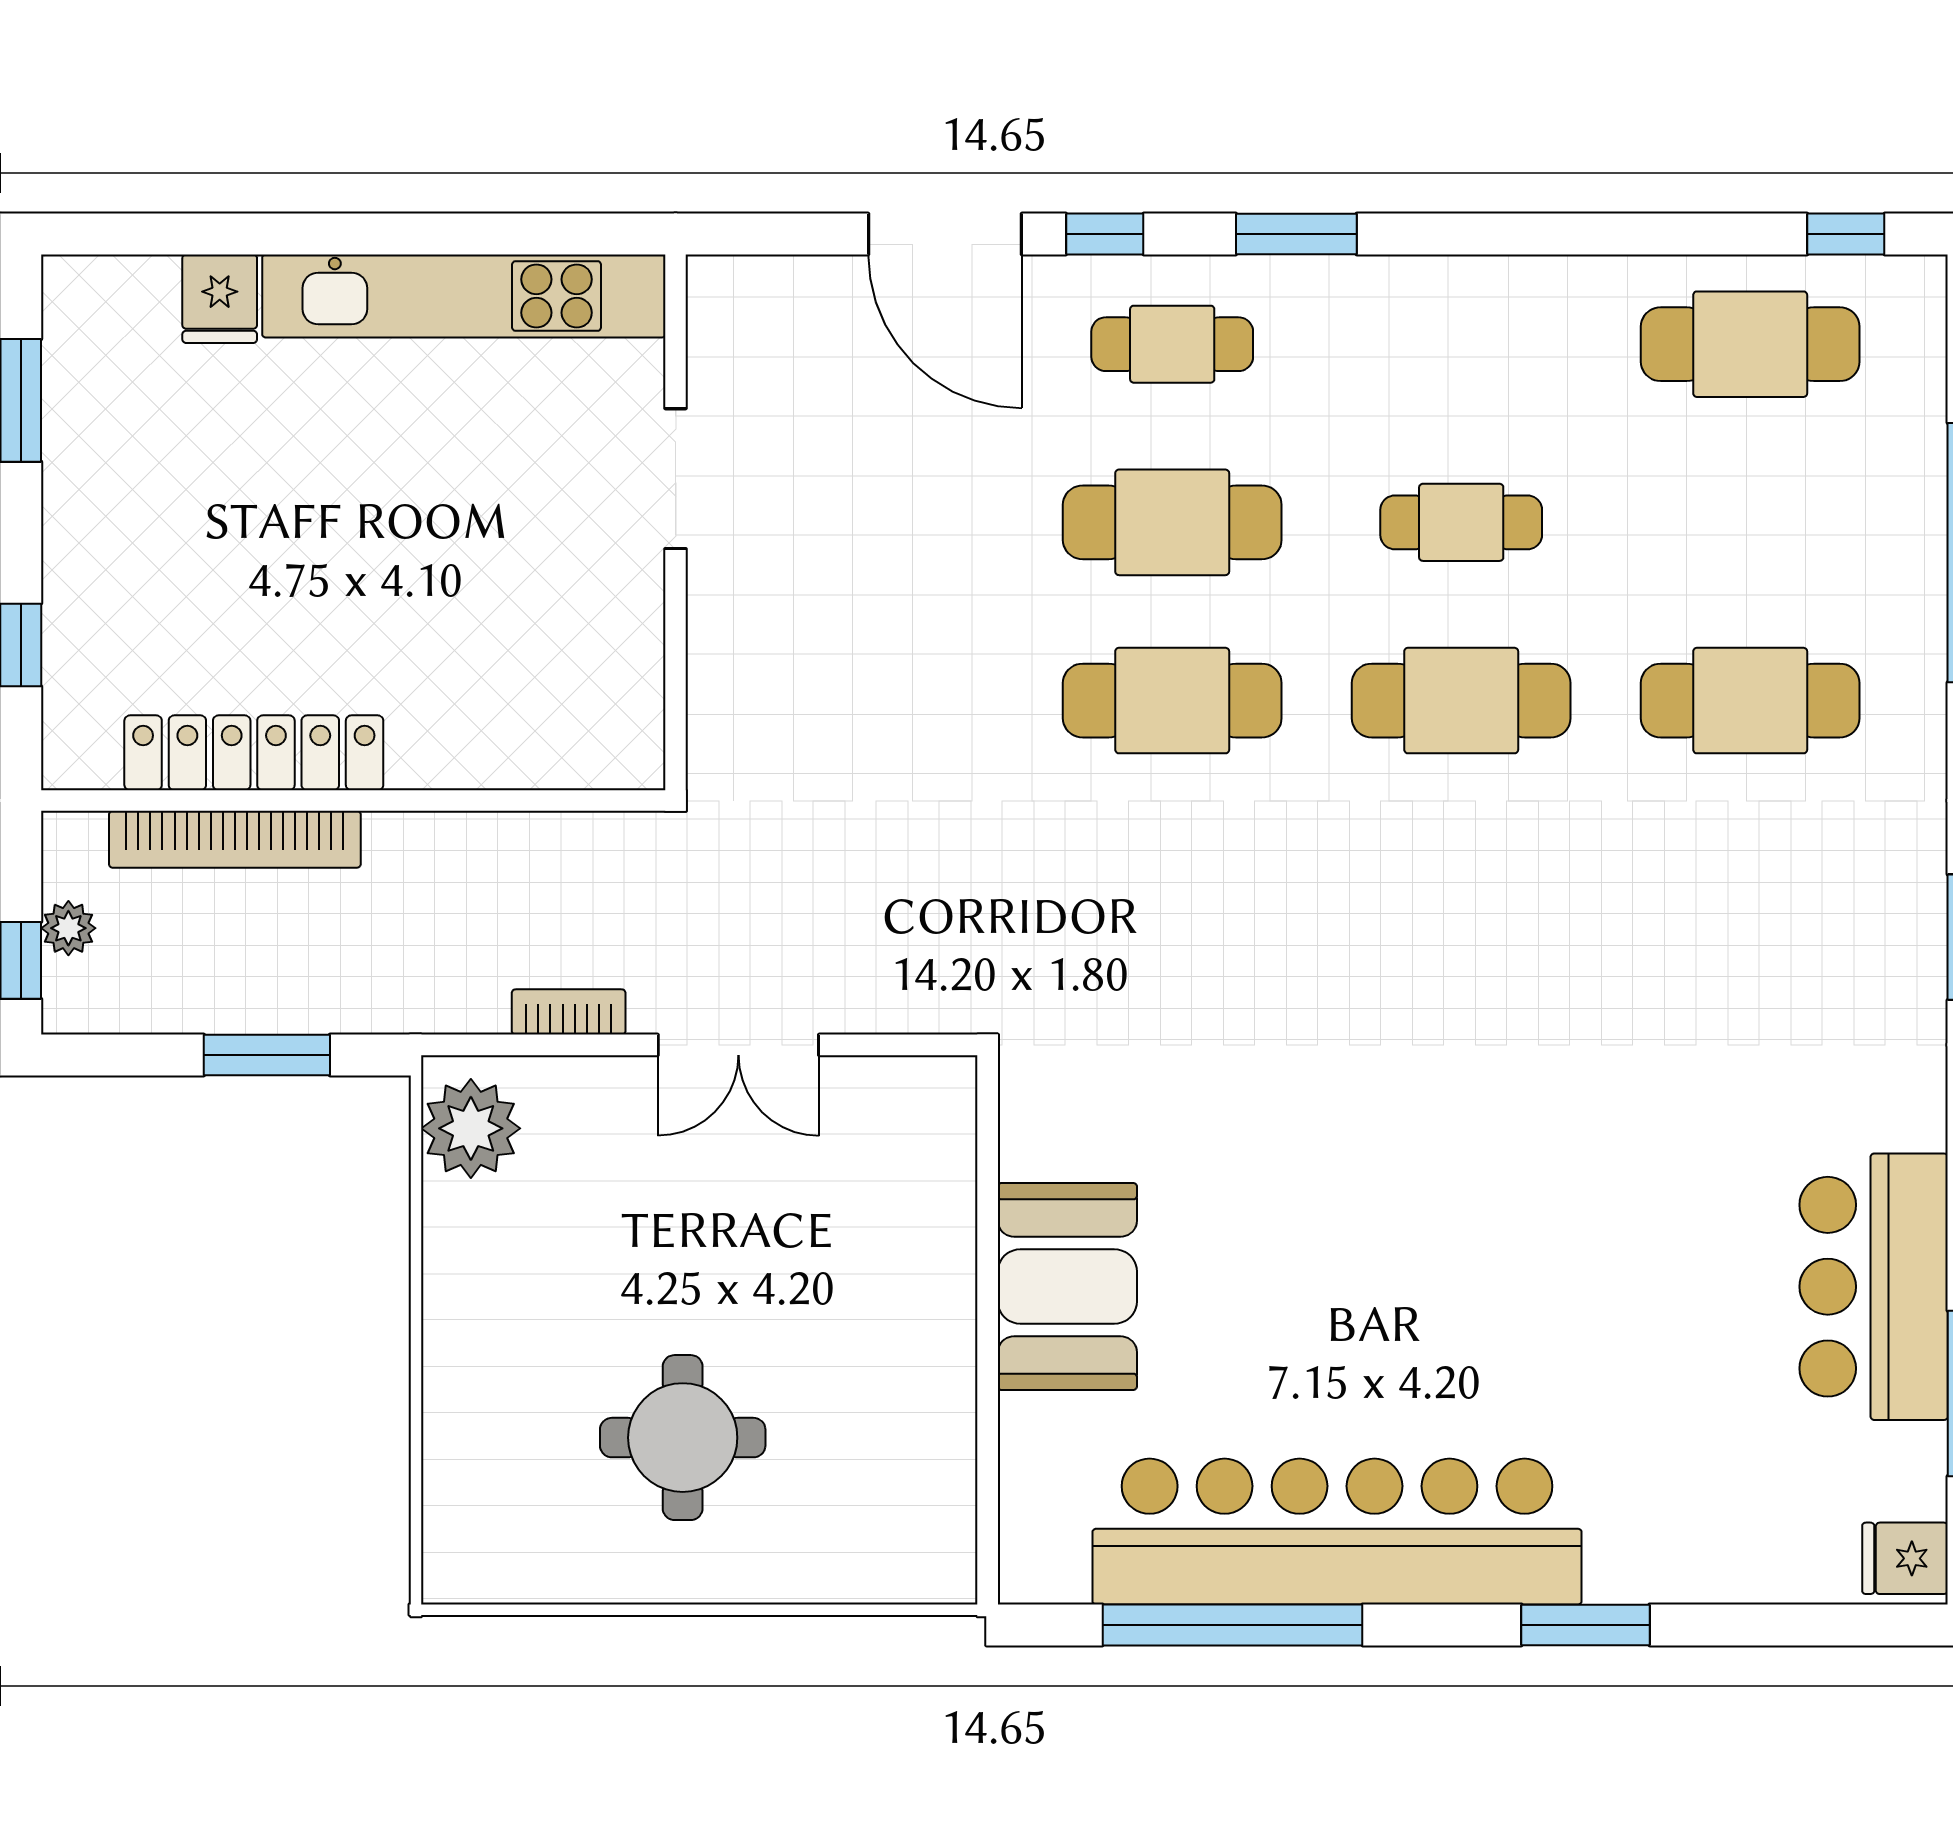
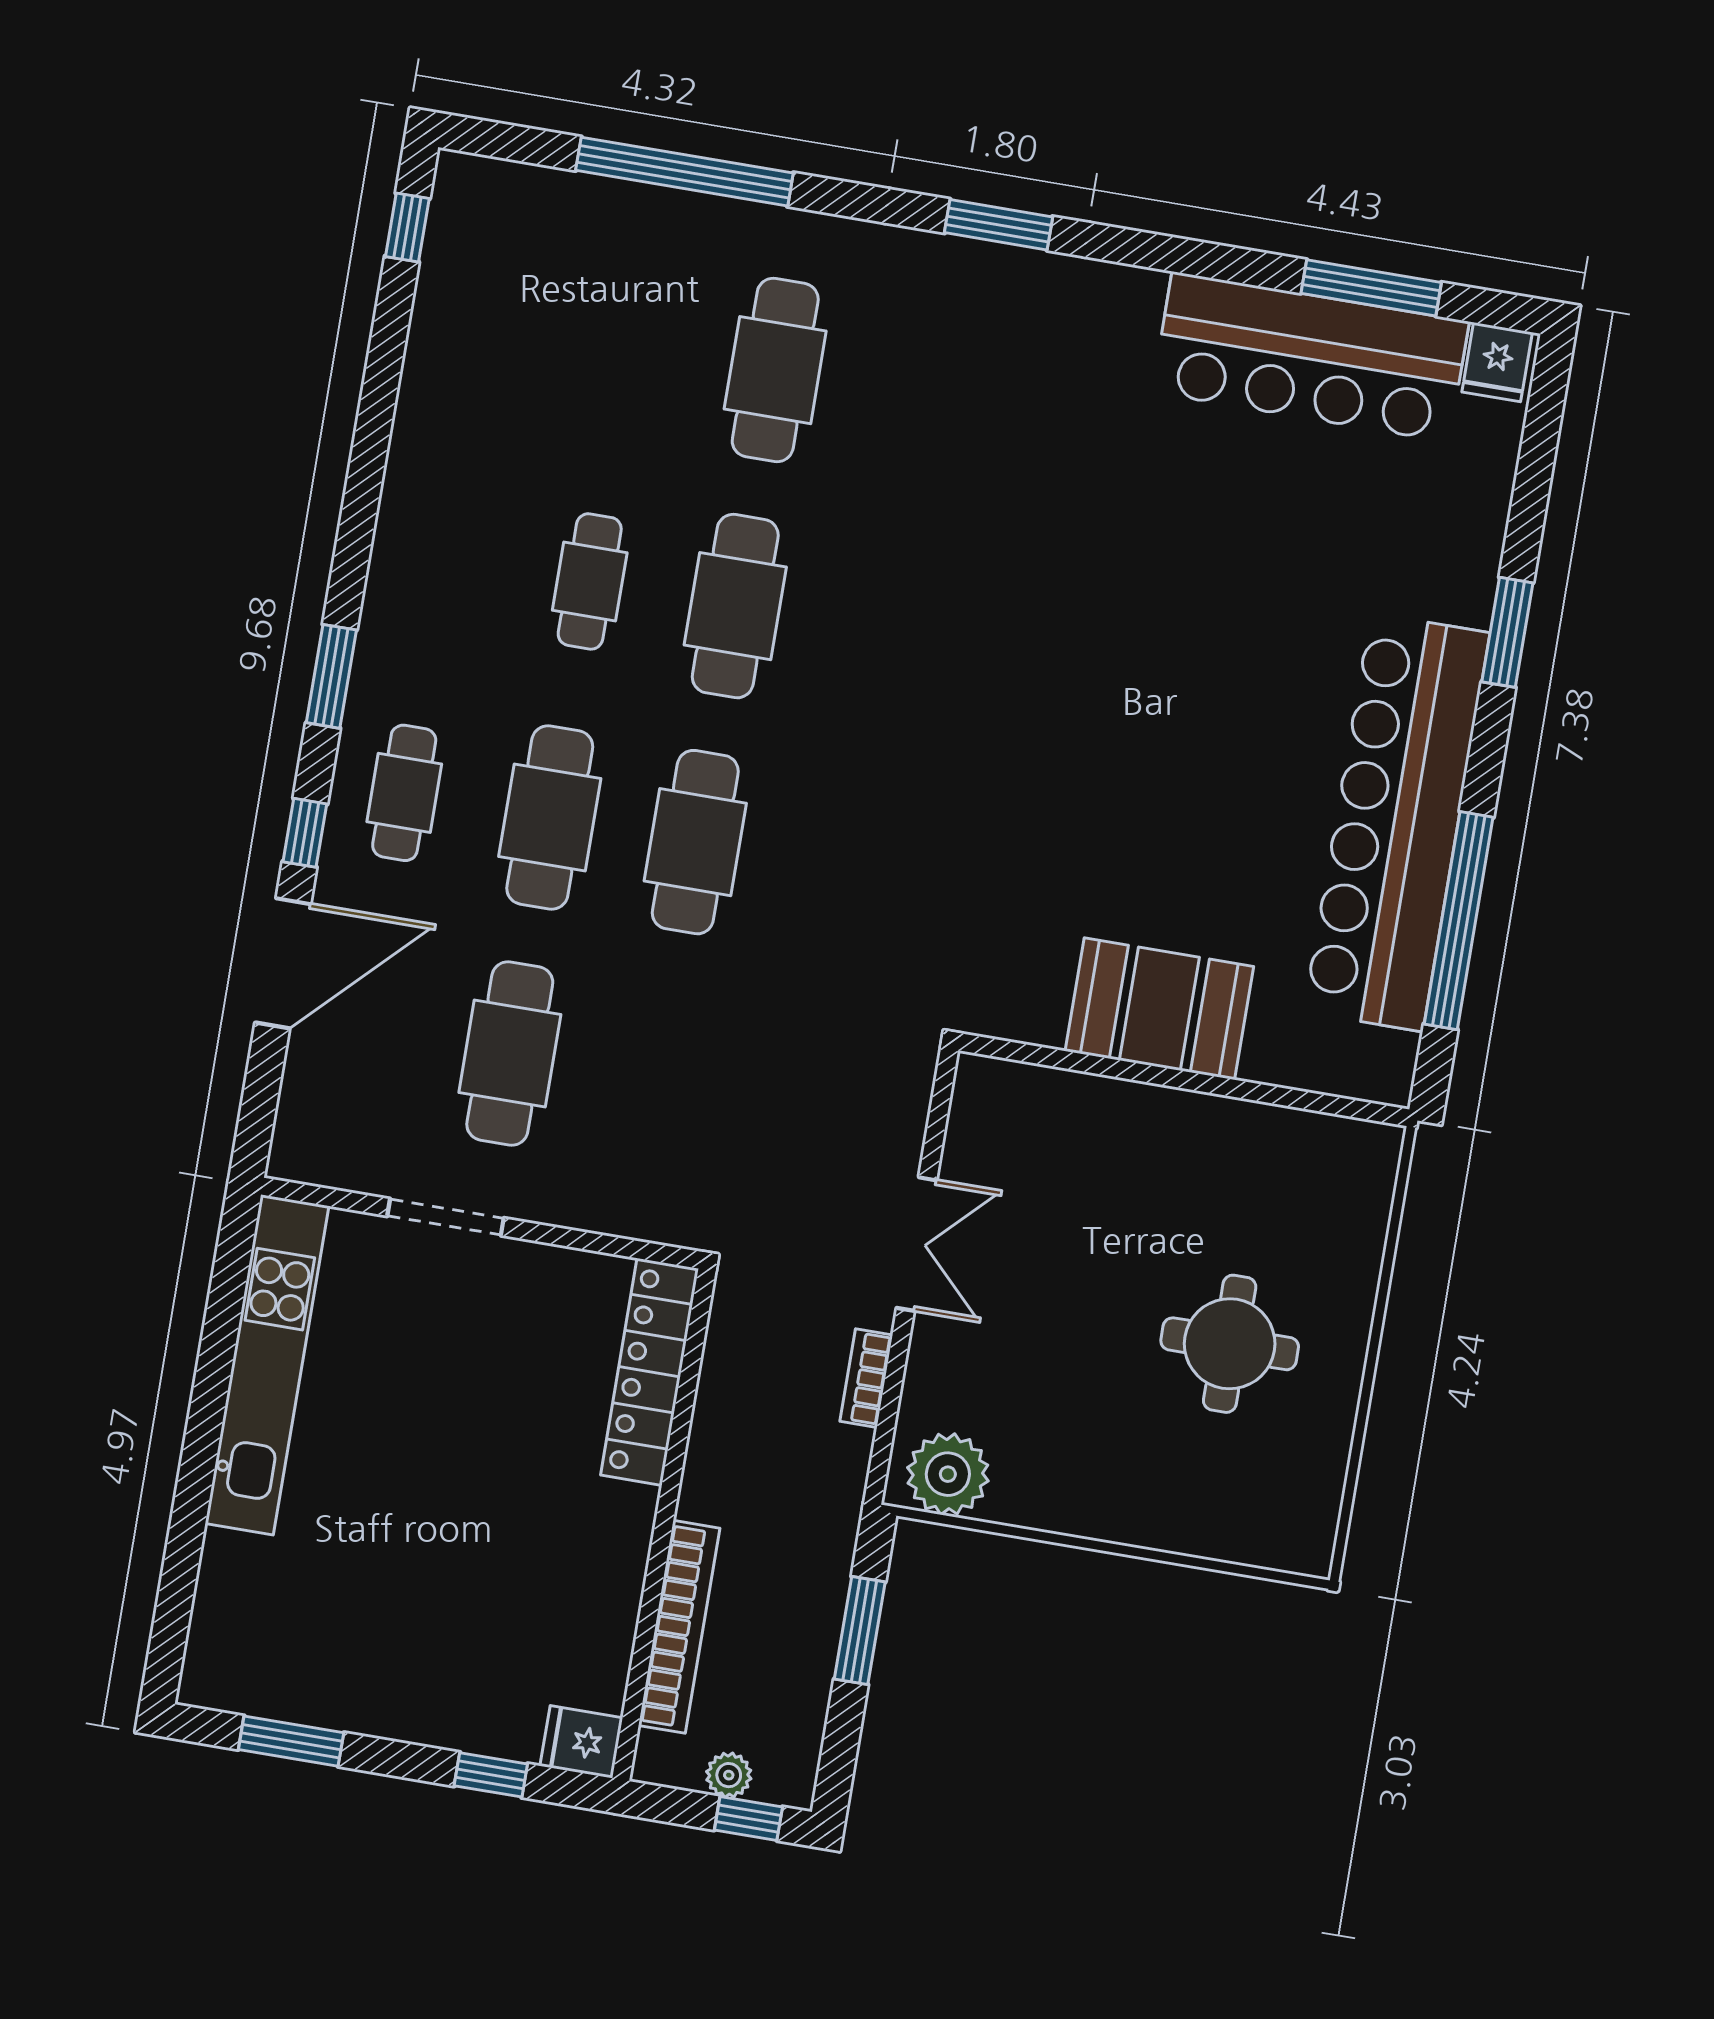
fridge: (220, 299) -> (581, 1742), moved, turned 180
cafe table: (1750, 344) -> (510, 1054), moved
locker: (254, 753) -> (650, 1372), moved
bar counter: (1874, 1287) -> (1311, 357), width x1.36

